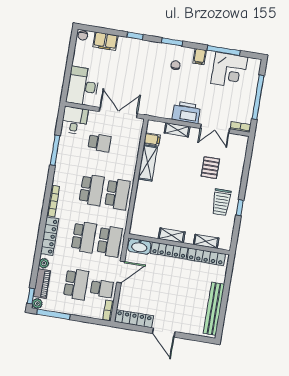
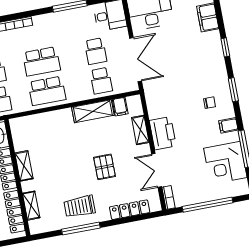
school desk: (125, 147) -> (101, 81), added
locker: (239, 162) -> (130, 210), added
pallet: (210, 168) -> (105, 167), moved, turned 90
window: (240, 208) -> (81, 229), width x2.17

